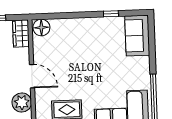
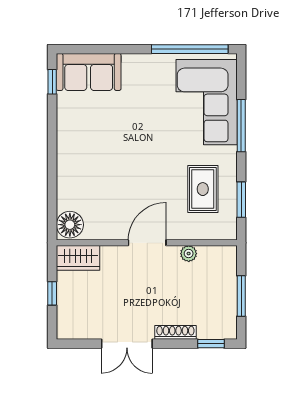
window: (111, 14) -> (52, 82), moved
plant: (22, 103) -> (189, 254), width x0.53, depth x0.53

